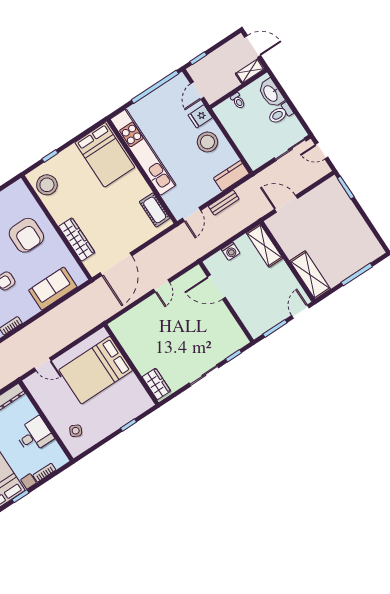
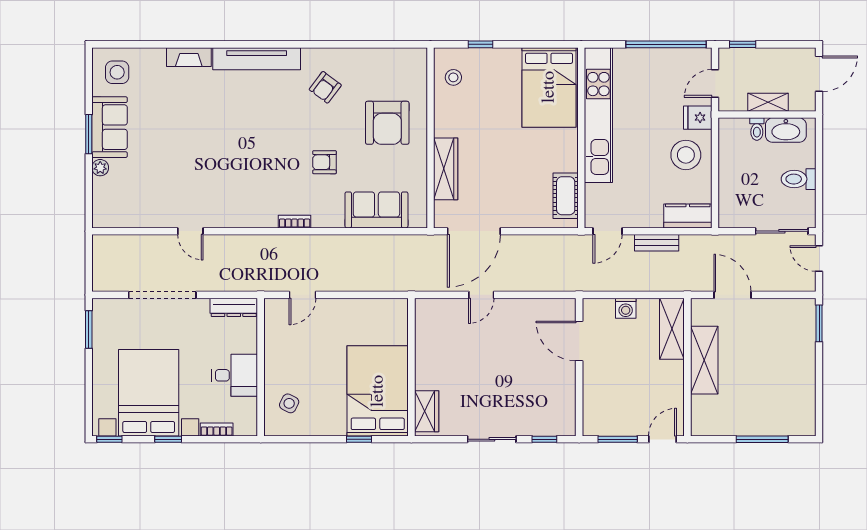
door: (253, 46) -> (819, 74), hinge flipped
shelving: (250, 71) -> (768, 102), moved
washbasin: (271, 93) -> (786, 130), moved, turned -90
stool: (47, 185) -> (453, 77), width x0.53, depth x0.53
shelving: (310, 275) -> (704, 360), moved
door: (162, 286) -> (481, 295), moved
door: (43, 364) -> (302, 295), hinge flipped
bed: (96, 370) -> (378, 391), moved, turned 90

